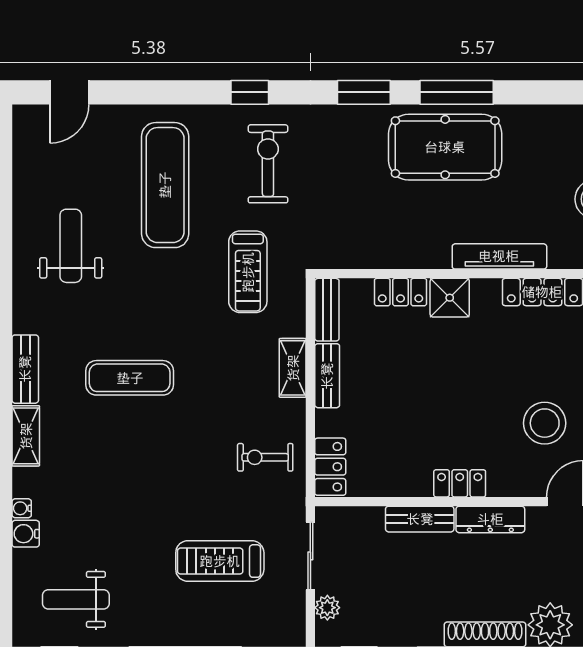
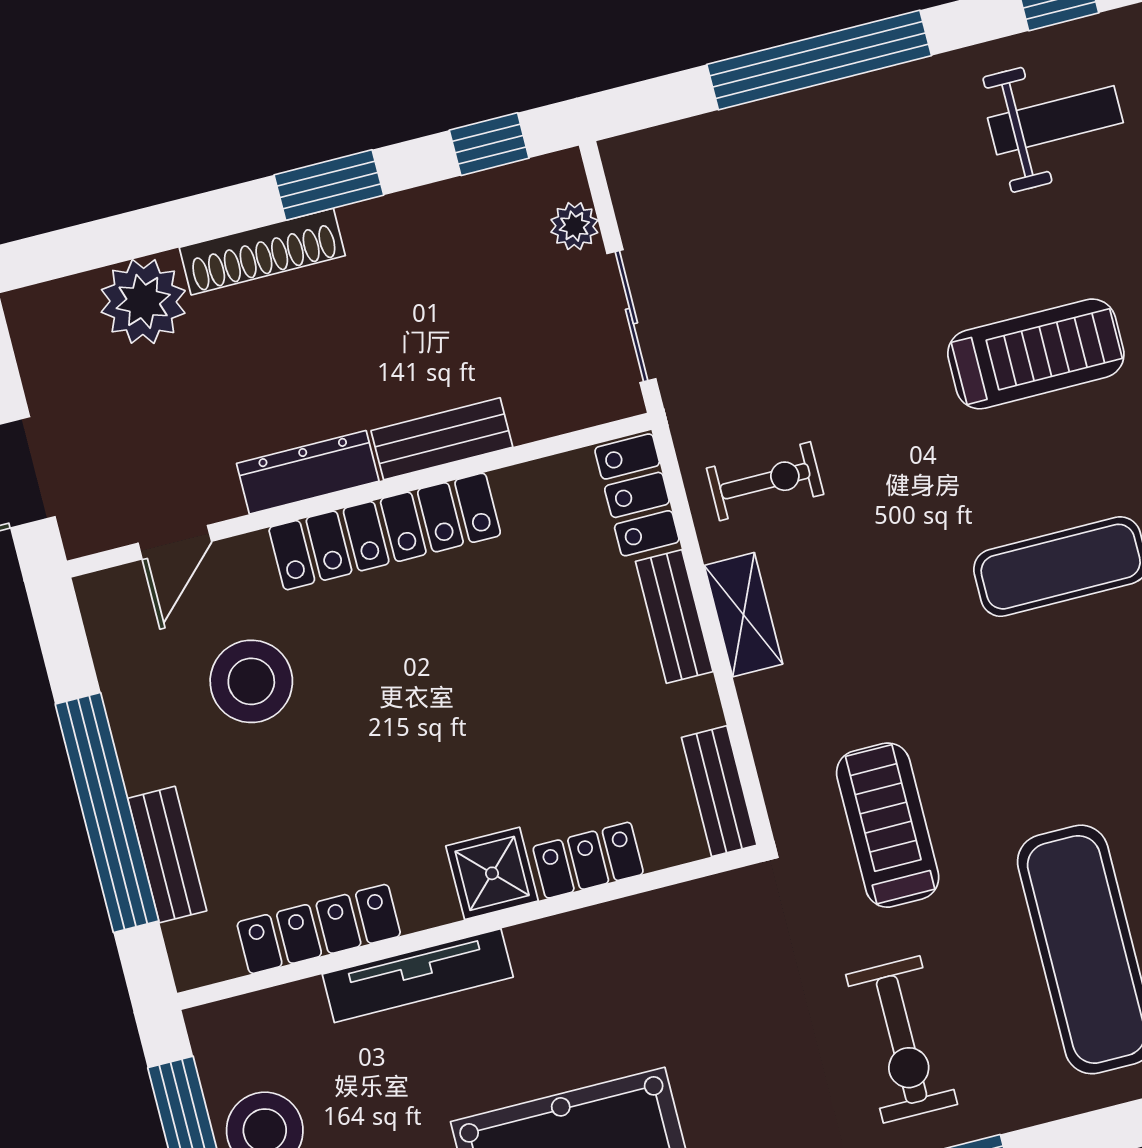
shelving: (293, 368) -> (743, 615), moved
bench: (327, 376) -> (674, 617), moved
locker: (460, 483) -> (385, 531), width x2.16, depth x1.21
treadmill: (220, 561) -> (1036, 354), moved

